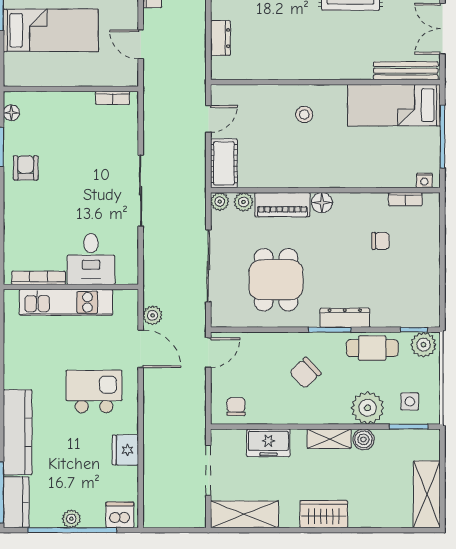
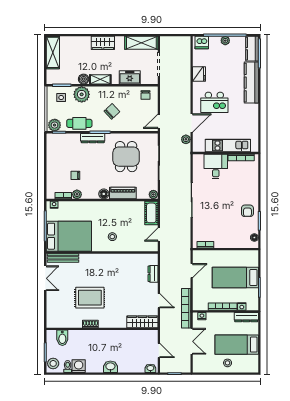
door: (141, 44) -> (192, 271), hinge flipped
bed: (394, 105) -> (69, 236), width x1.50
plant: (244, 202) -> (77, 194), moved
door: (141, 349) -> (192, 123), swing flipped

